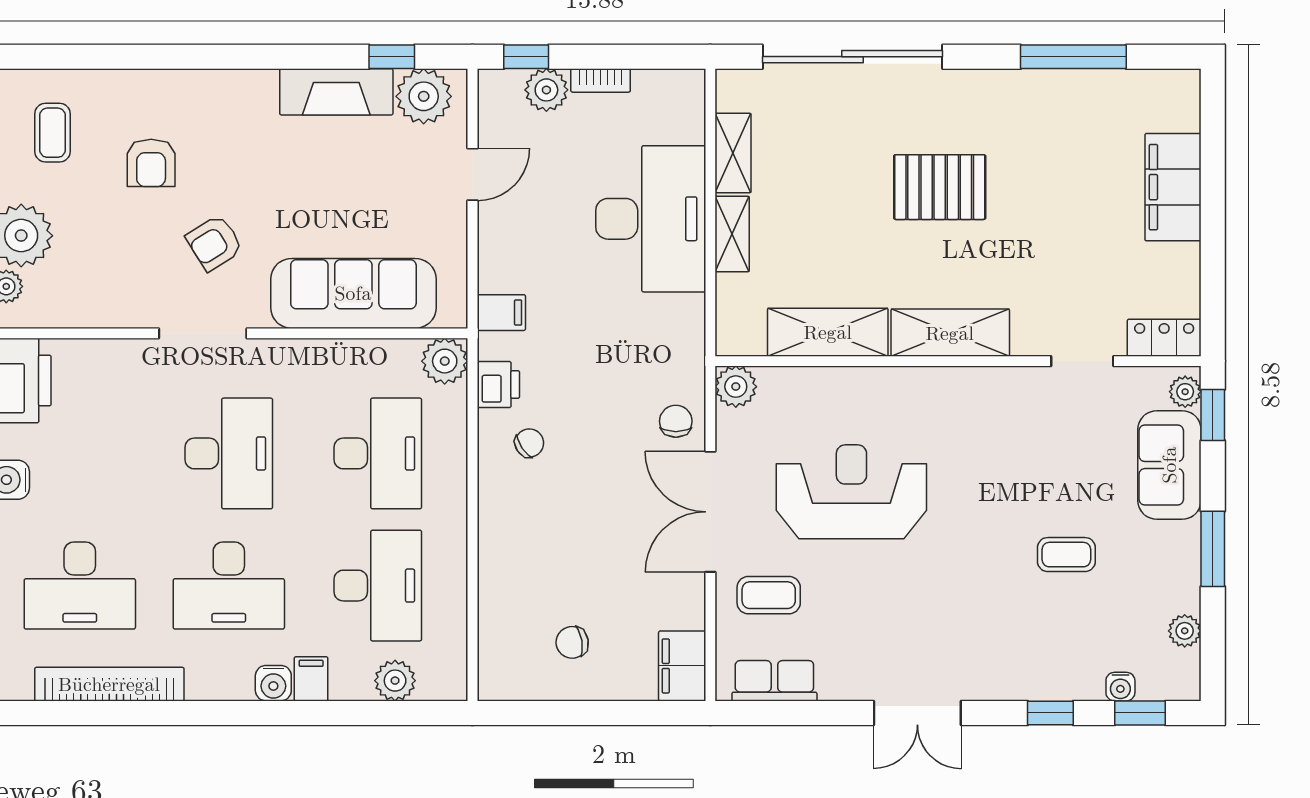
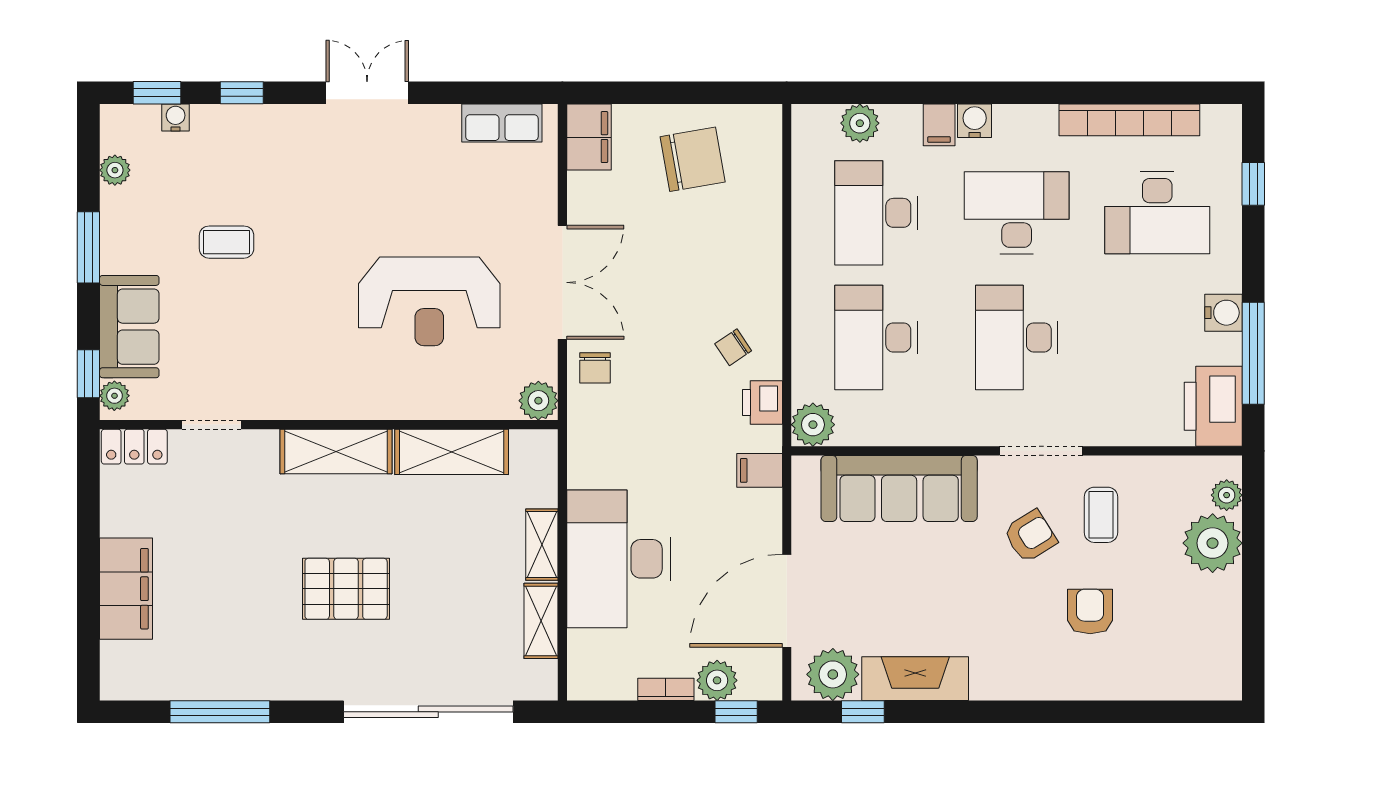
coffee table: (52, 133) -> (1101, 515), moved
door: (473, 174) -> (787, 601), width x1.87
desk: (80, 586) -> (1157, 213), turned 180
coffee table: (769, 595) -> (507, 204), removed
chair: (572, 642) -> (693, 159), width x1.87, depth x1.87

